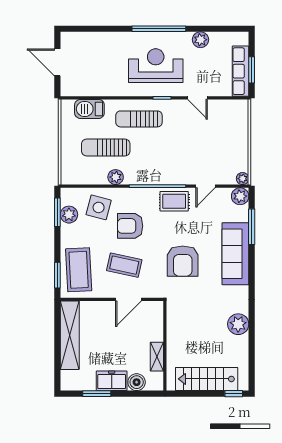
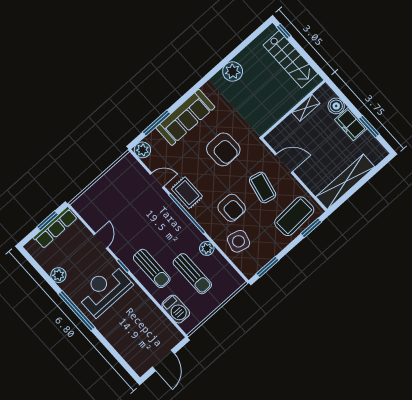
reception desk: (156, 66) -> (104, 290), turned 90
plant: (243, 179) -> (129, 159), removed
plant: (69, 215) -> (262, 257), removed
armchair: (183, 261) -> (223, 149), turned 89

